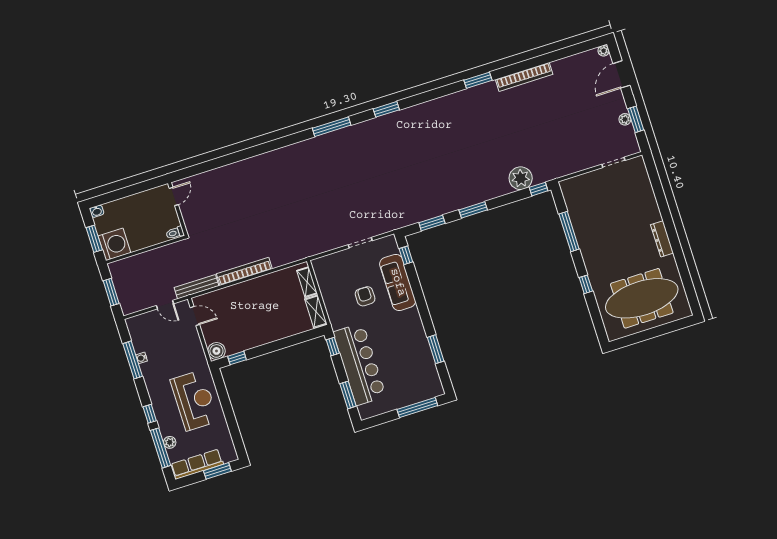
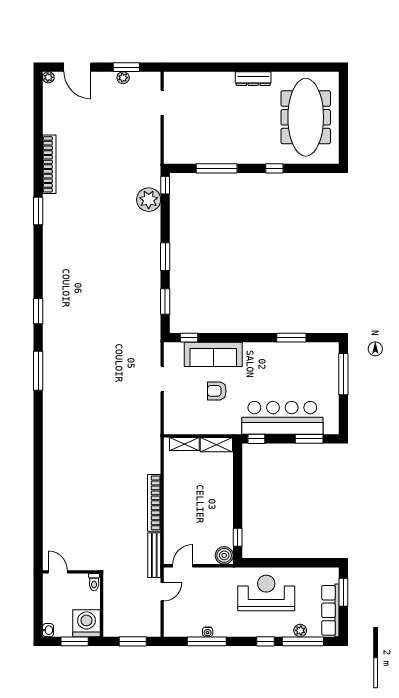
door: (174, 196) -> (58, 572), moved
wall: (178, 209) -> (71, 572), moved
toilet: (175, 233) -> (94, 582), moved

